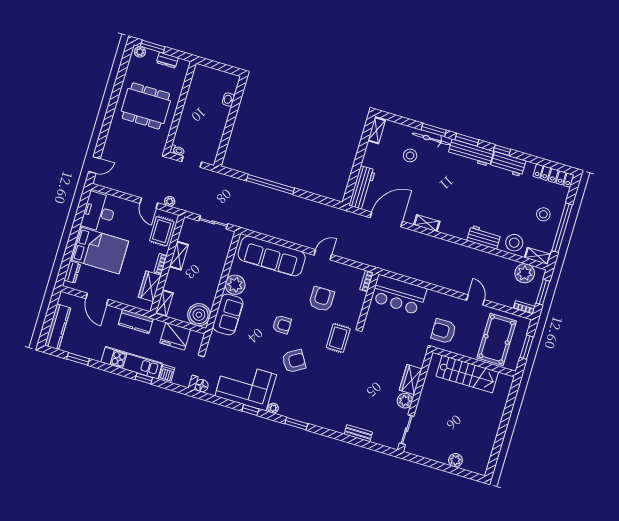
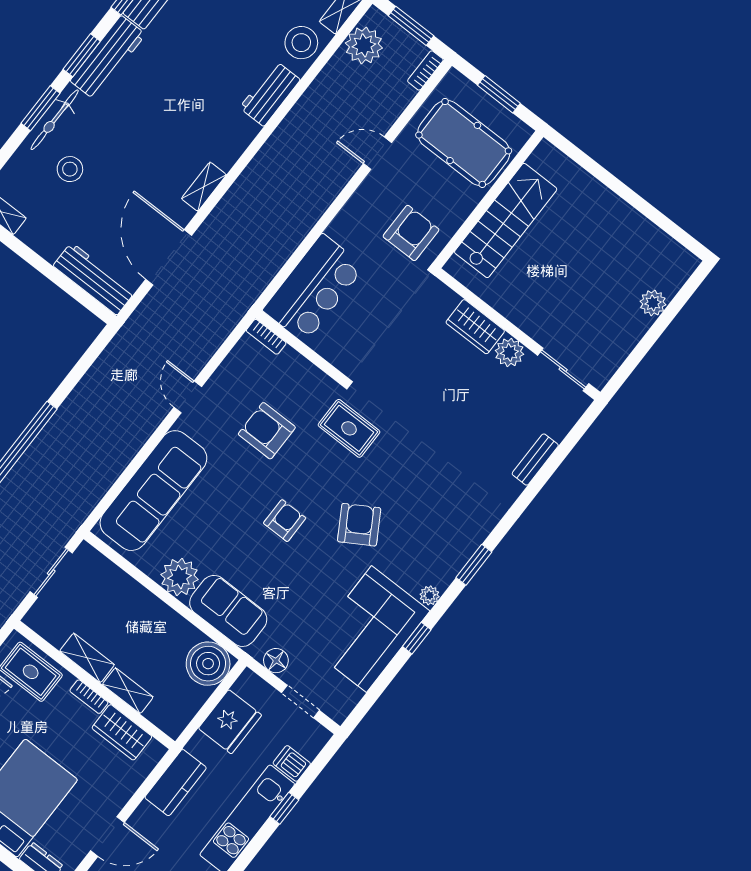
shelving: (164, 303) -> (128, 691), moved
armchair: (444, 331) -> (411, 233), turned 180
floor lamp: (202, 386) -> (276, 661), moved

